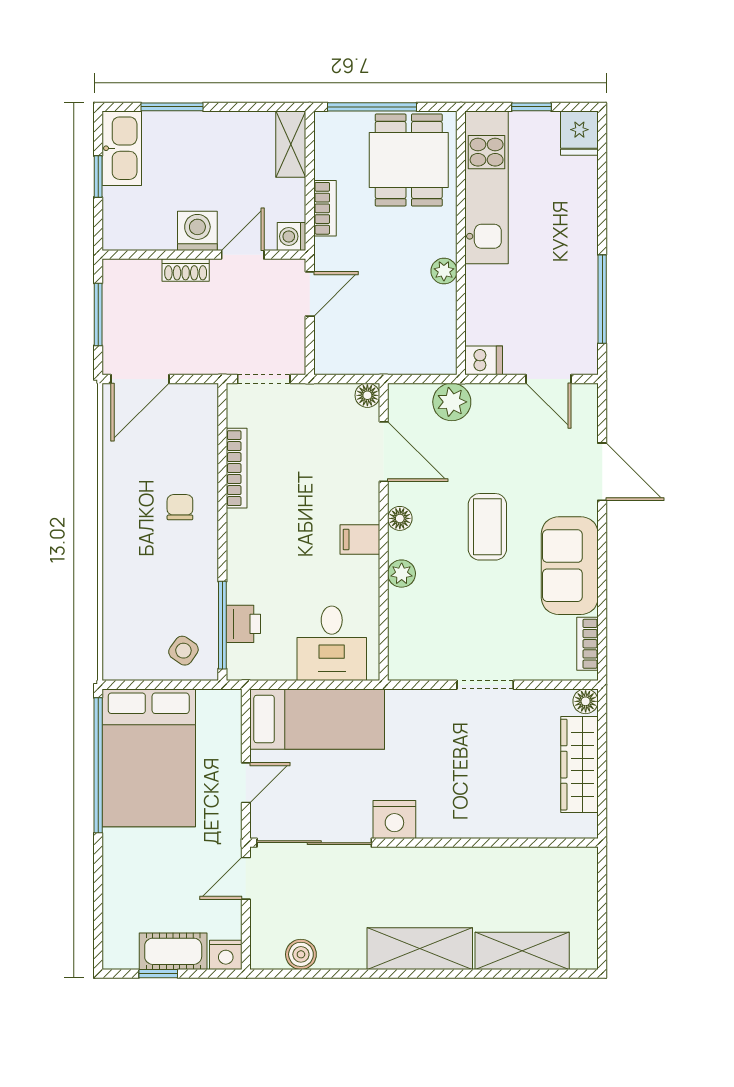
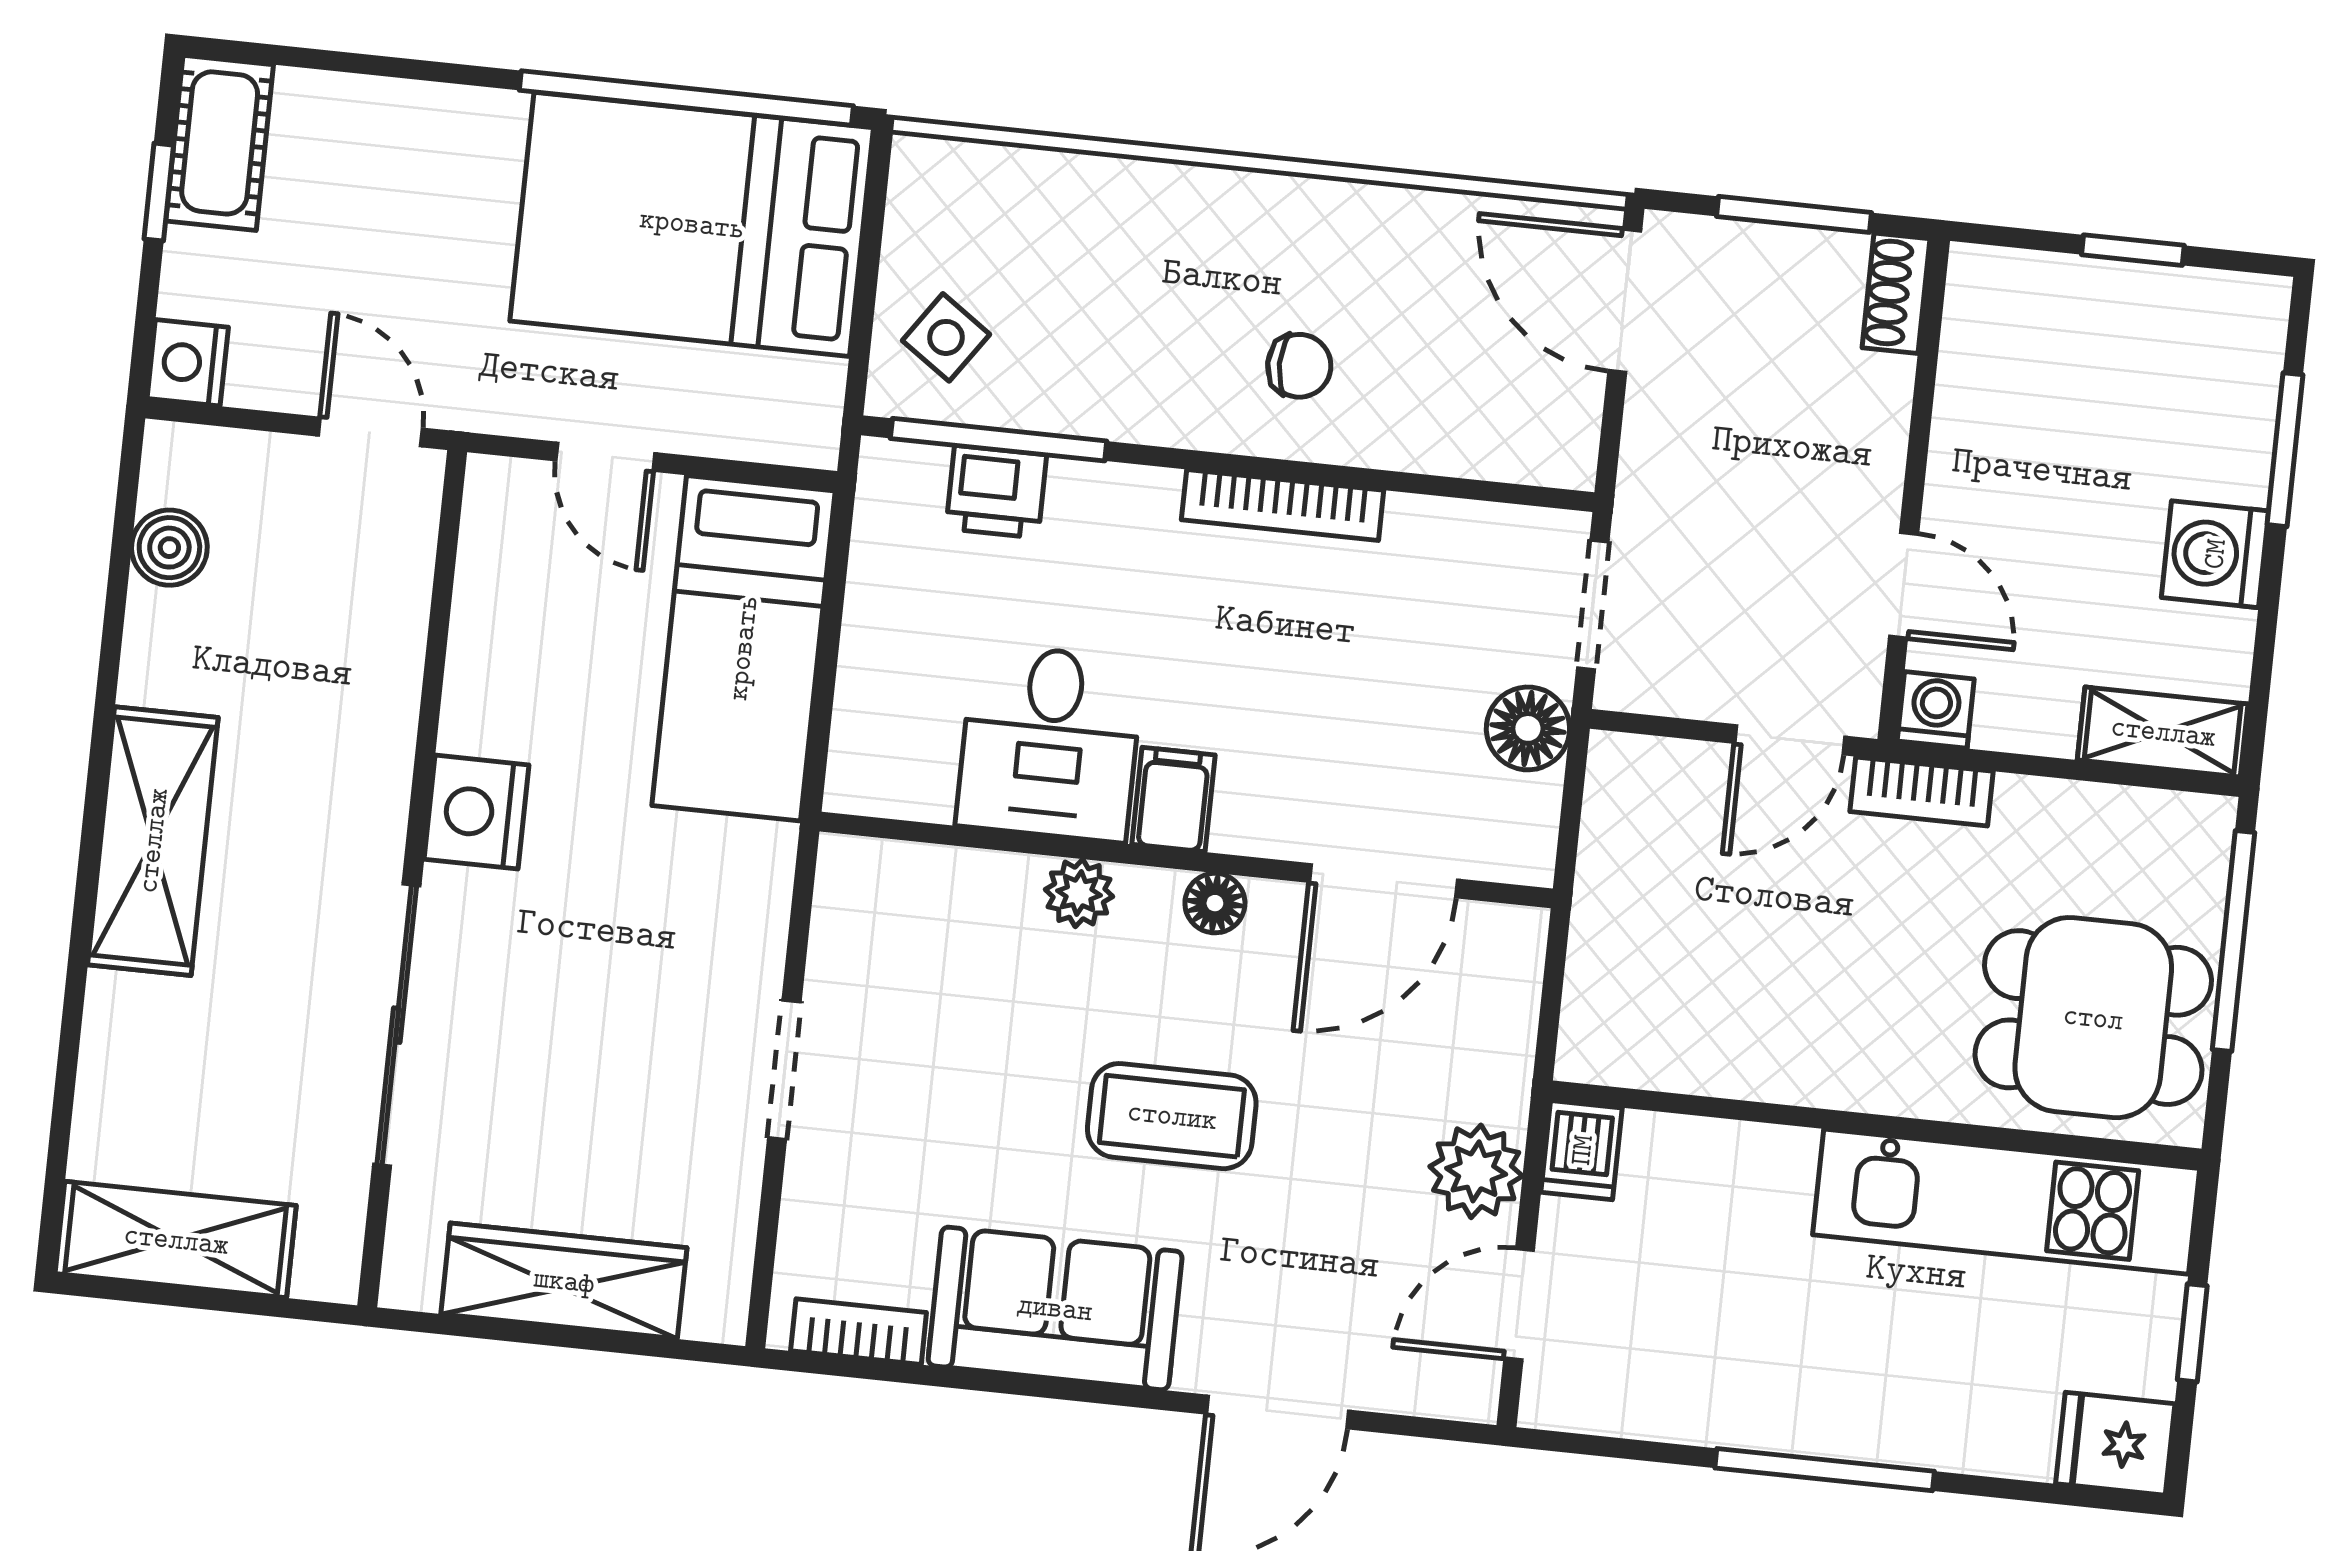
kitchen sink: (122, 148) -> (2196, 316), removed
bookcase: (325, 208) -> (1922, 791), moved
washing machine: (197, 231) -> (2215, 554), moved, turned 180
shoe rack: (186, 270) -> (1896, 293), moved
plant: (444, 271) -> (1811, 1075), removed
door: (310, 294) -> (1790, 740), hinge flipped
window: (602, 299) -> (1825, 1470), moved
floor lamp: (367, 395) -> (1528, 728), moved, width x1.37, depth x1.37
plant: (452, 402) -> (1476, 1171), moved
bookcase: (237, 468) -> (1283, 505), moved
desk: (332, 643) -> (1050, 743), moved, turned -90
floor lamp: (586, 701) -> (718, 1312), removed
sliding door: (314, 843) -> (397, 1025), moved
cot: (173, 951) -> (220, 143), moved
shelving: (522, 951) -> (176, 1240), moved, turned 90

